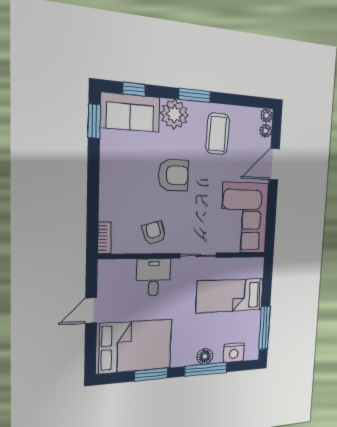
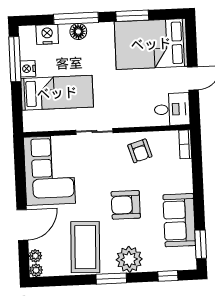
sofa: (130, 112) -> (179, 220), moved, turned -90
coffee table: (218, 134) -> (85, 247), width x1.36, depth x1.32
desk: (154, 277) -> (172, 109), moved, turned -90
nightstand: (254, 319) -> (28, 69), added

